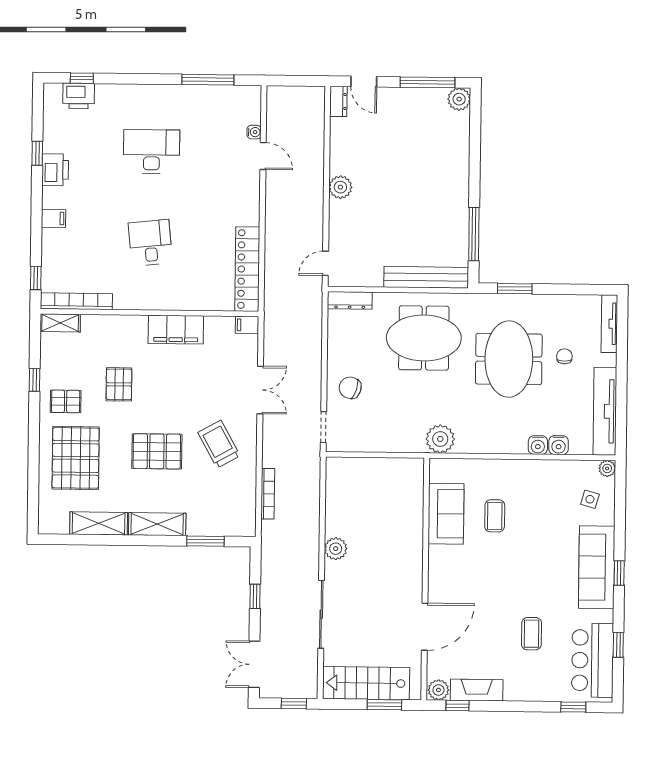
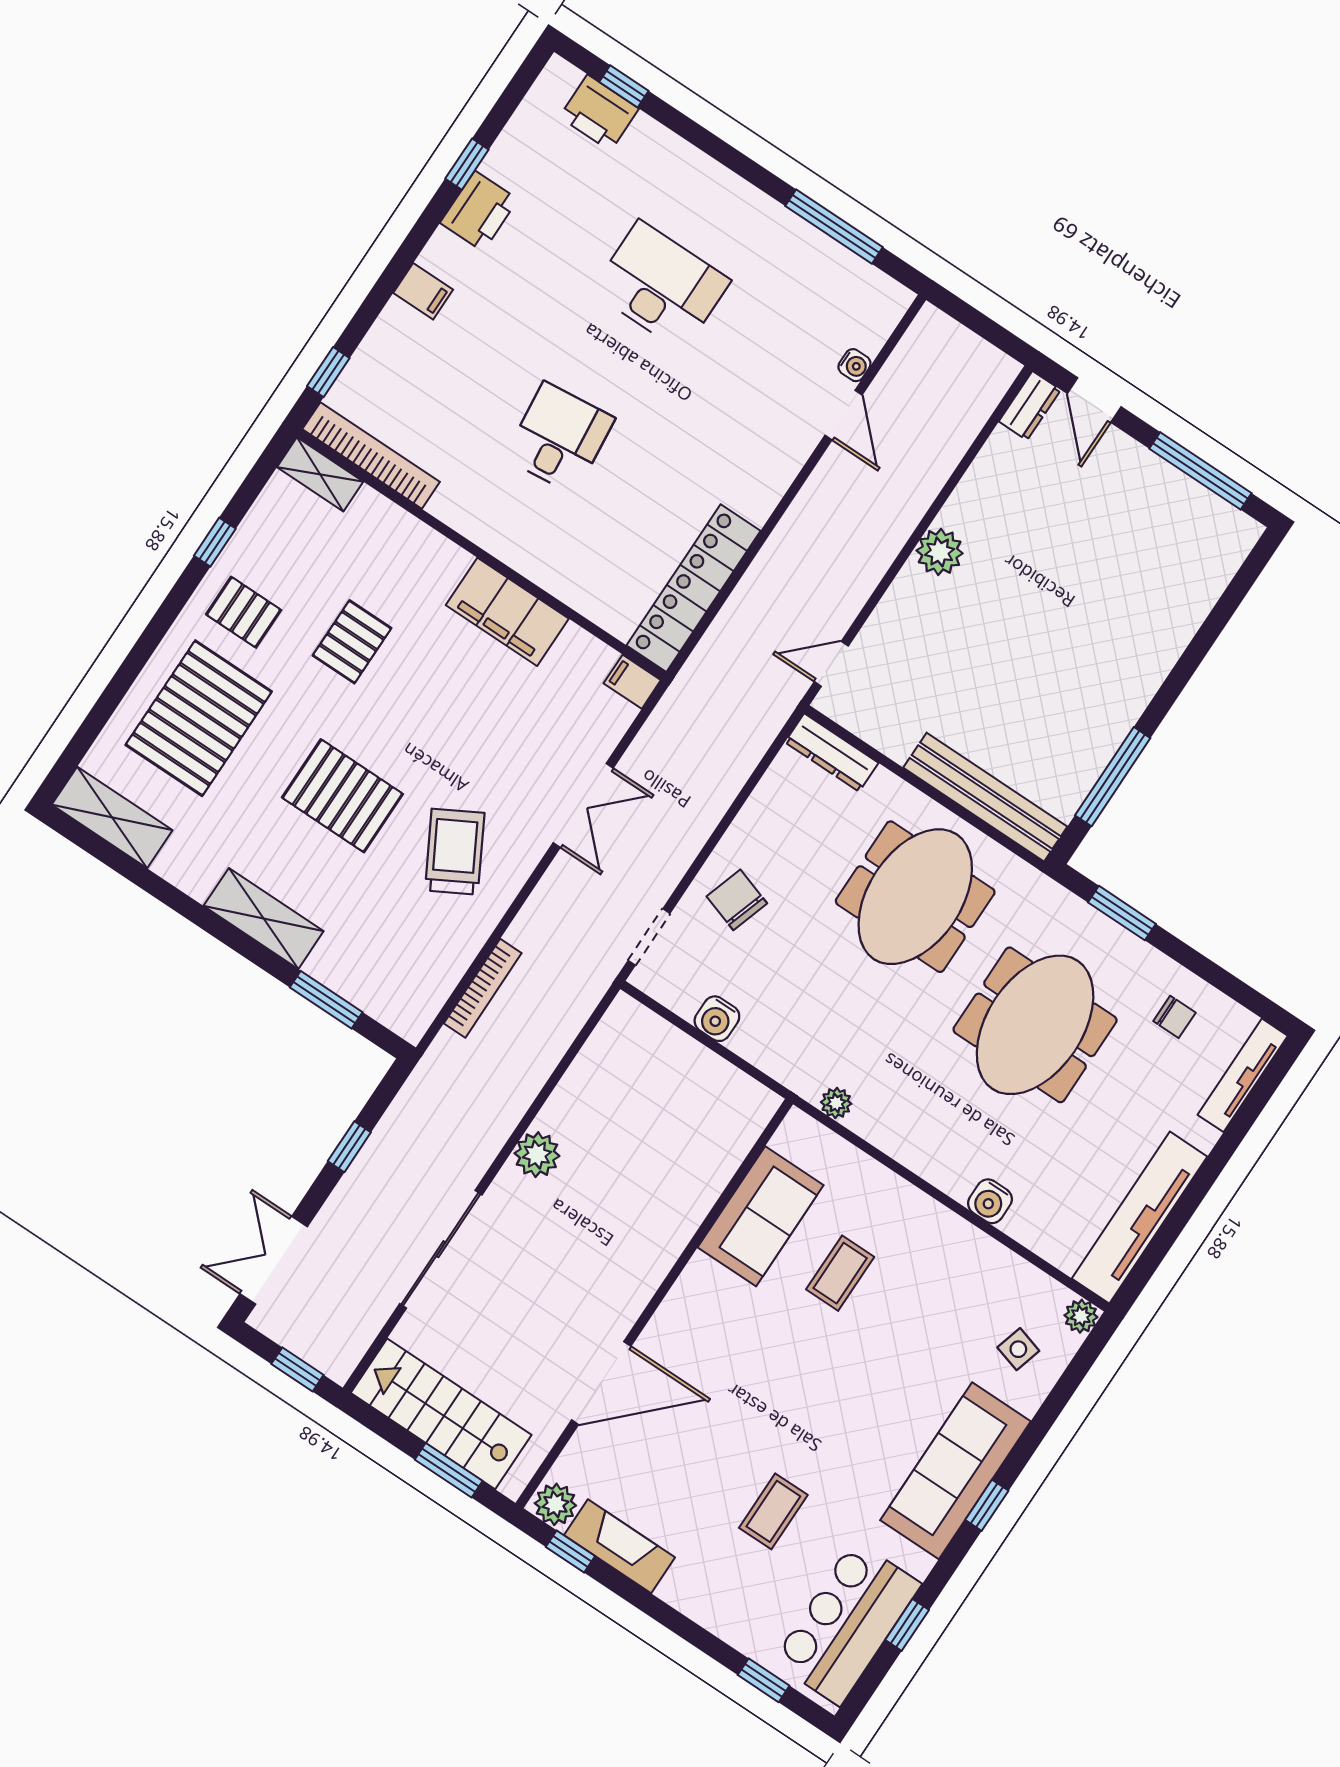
plant: (459, 99) -> (1235, 534), removed
meeting table: (424, 338) -> (915, 897), turned 90
chair: (564, 356) -> (1174, 1017), moved, turned 90
plant: (440, 439) -> (836, 1103), width x0.53, depth x0.53
water cooler: (559, 445) -> (717, 1019), moved
shelving: (99, 523) -> (112, 817), moved

